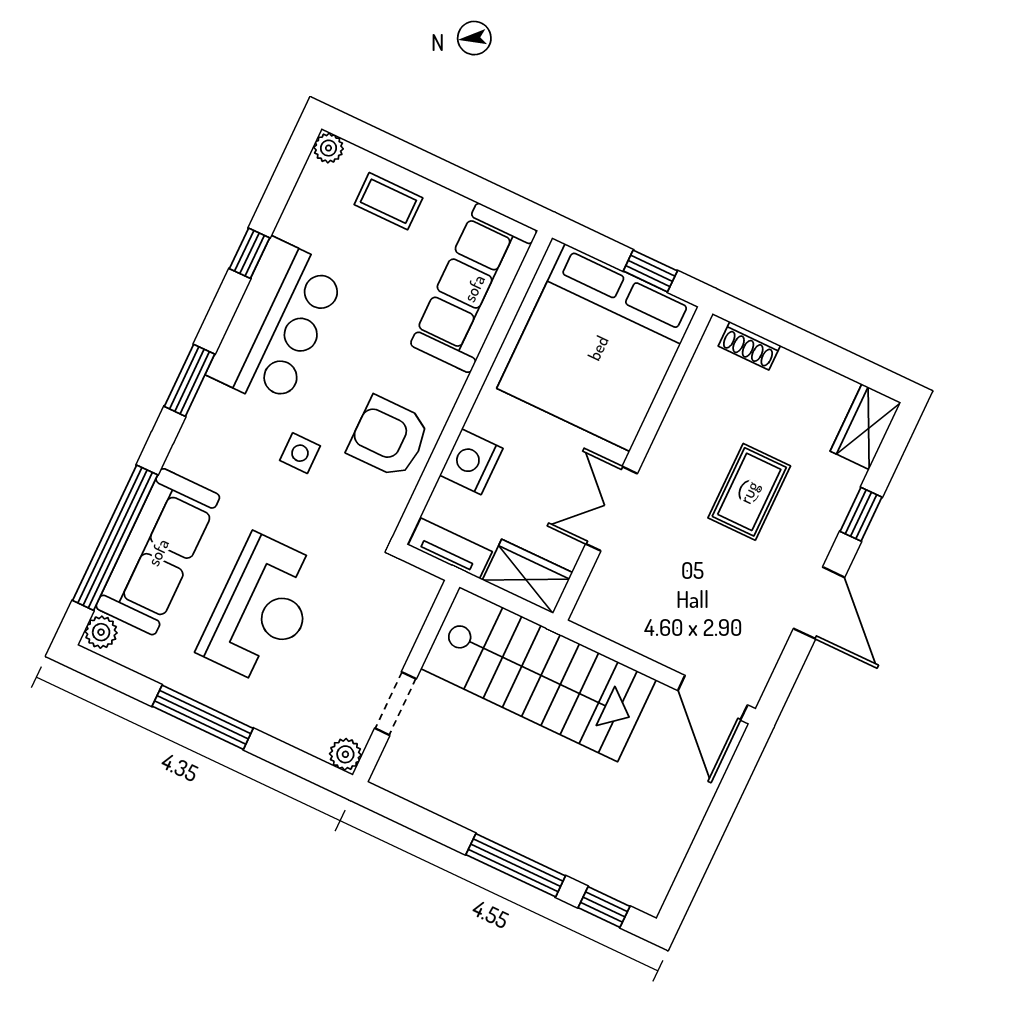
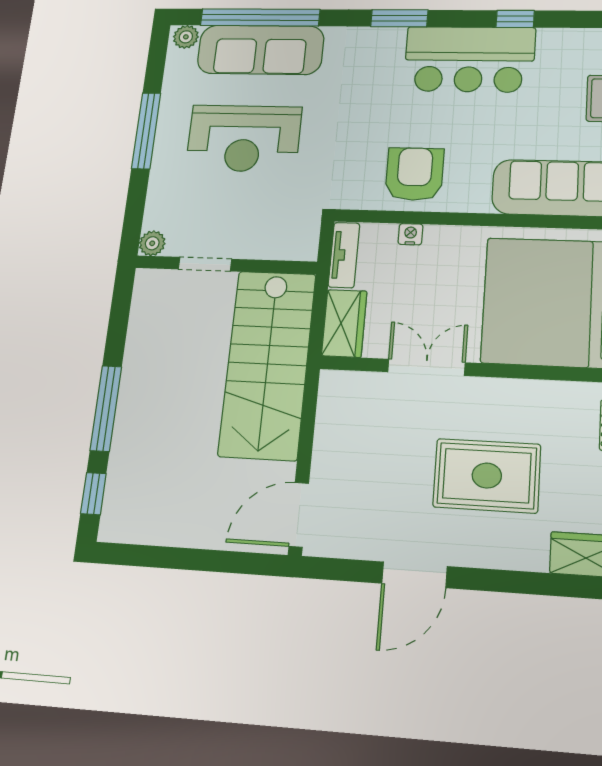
side table: (300, 453) -> (375, 116), removed
nightstand: (471, 462) -> (410, 234), width x0.53, depth x0.56
rug: (749, 492) -> (487, 476), width x1.36, depth x1.43
window: (861, 514) -> (507, 581), removed

